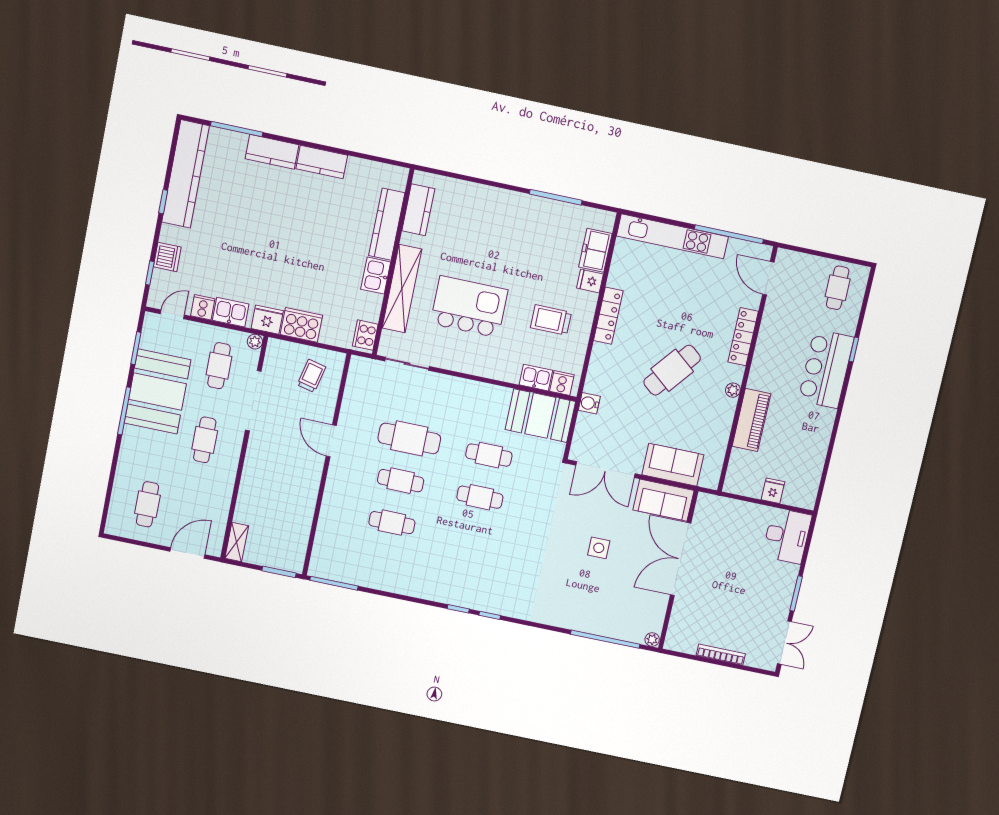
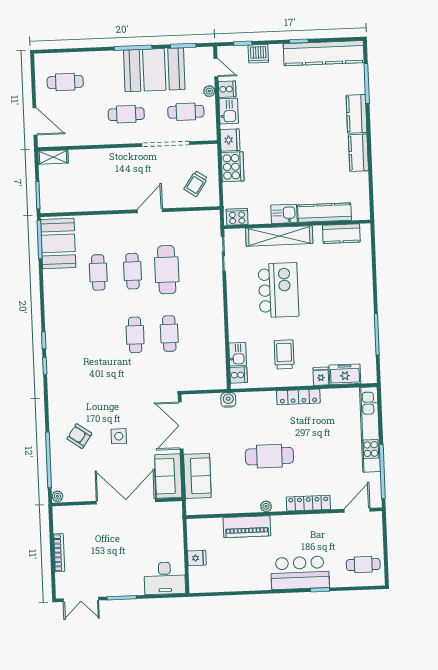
plant: (255, 342) -> (209, 91), moved
cafe table: (672, 370) -> (269, 456), turned -39
trolley: (311, 376) -> (196, 184), turned 111
booth: (540, 416) -> (58, 243), moved
armchair: (586, 595) -> (79, 436), added

